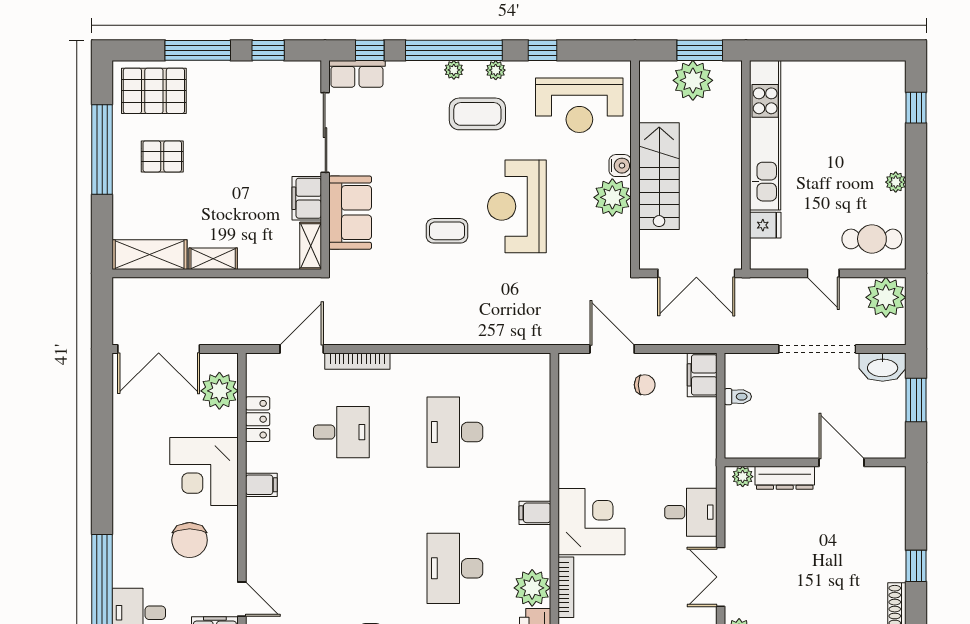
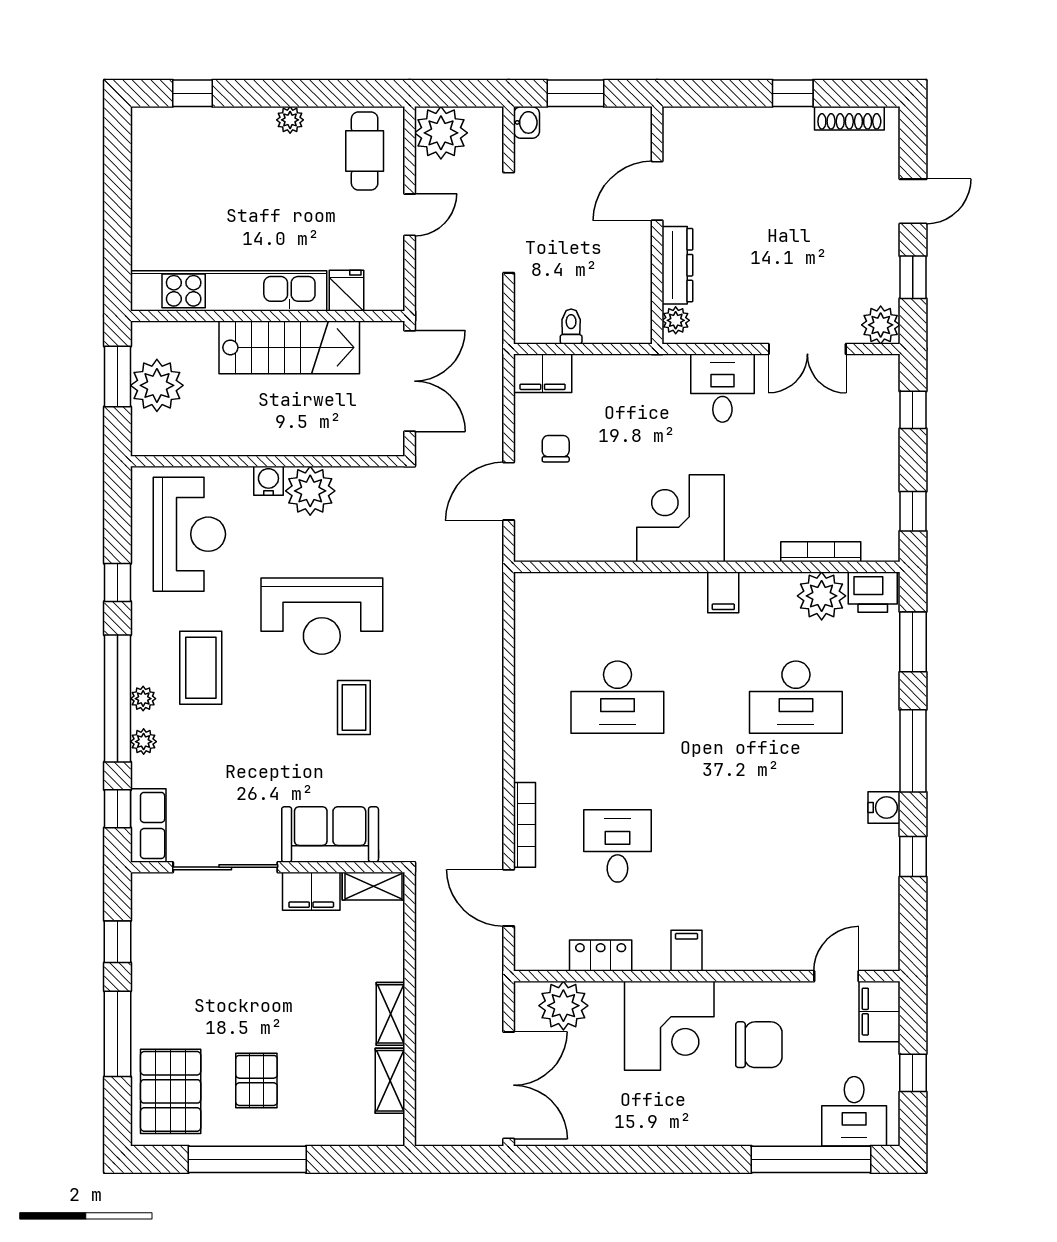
plant: (496, 70) -> (144, 742), moved
stairs: (659, 176) -> (289, 347), moved, turned 180
shelving: (150, 255) -> (390, 1081), width x0.67, depth x0.75
washbasin: (883, 367) -> (527, 122), width x0.52, depth x0.69
corner desk: (591, 522) -> (681, 518), moved

